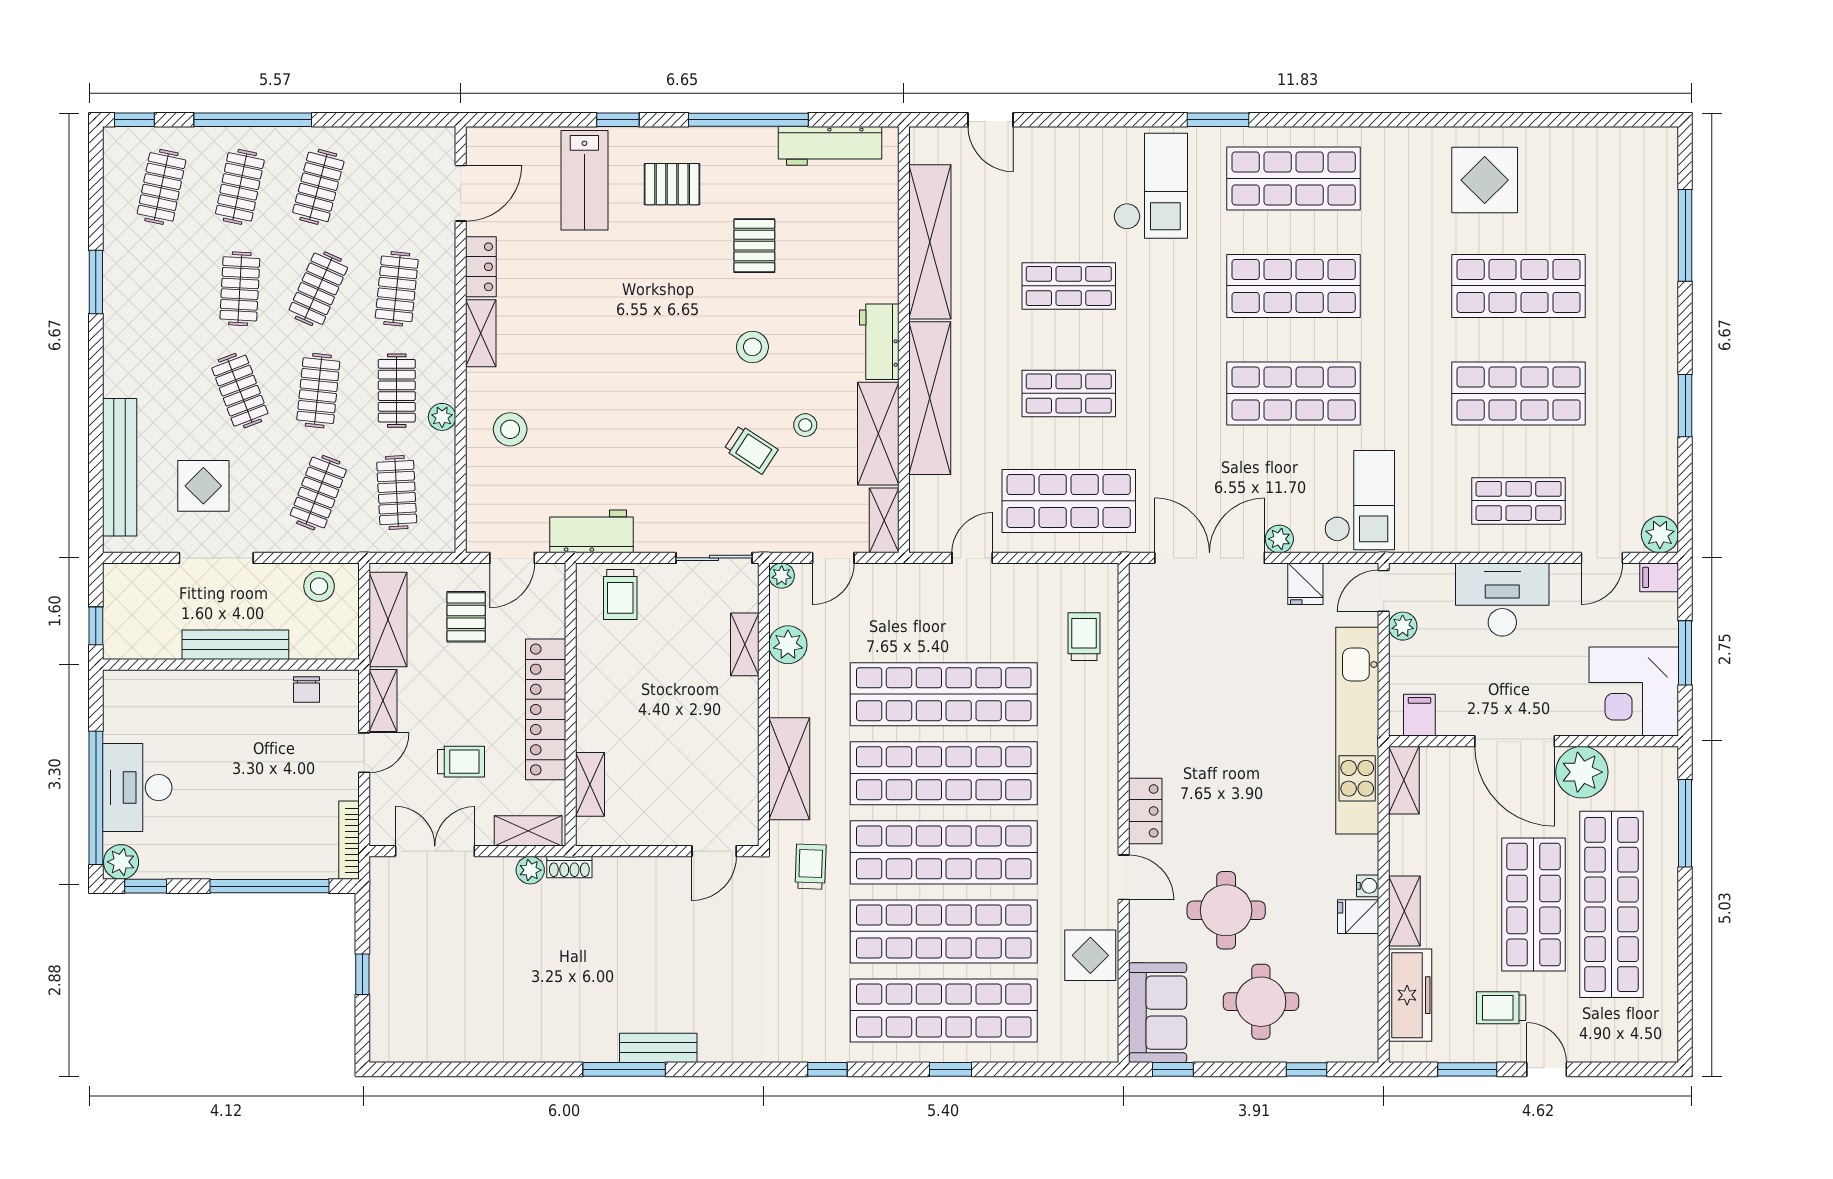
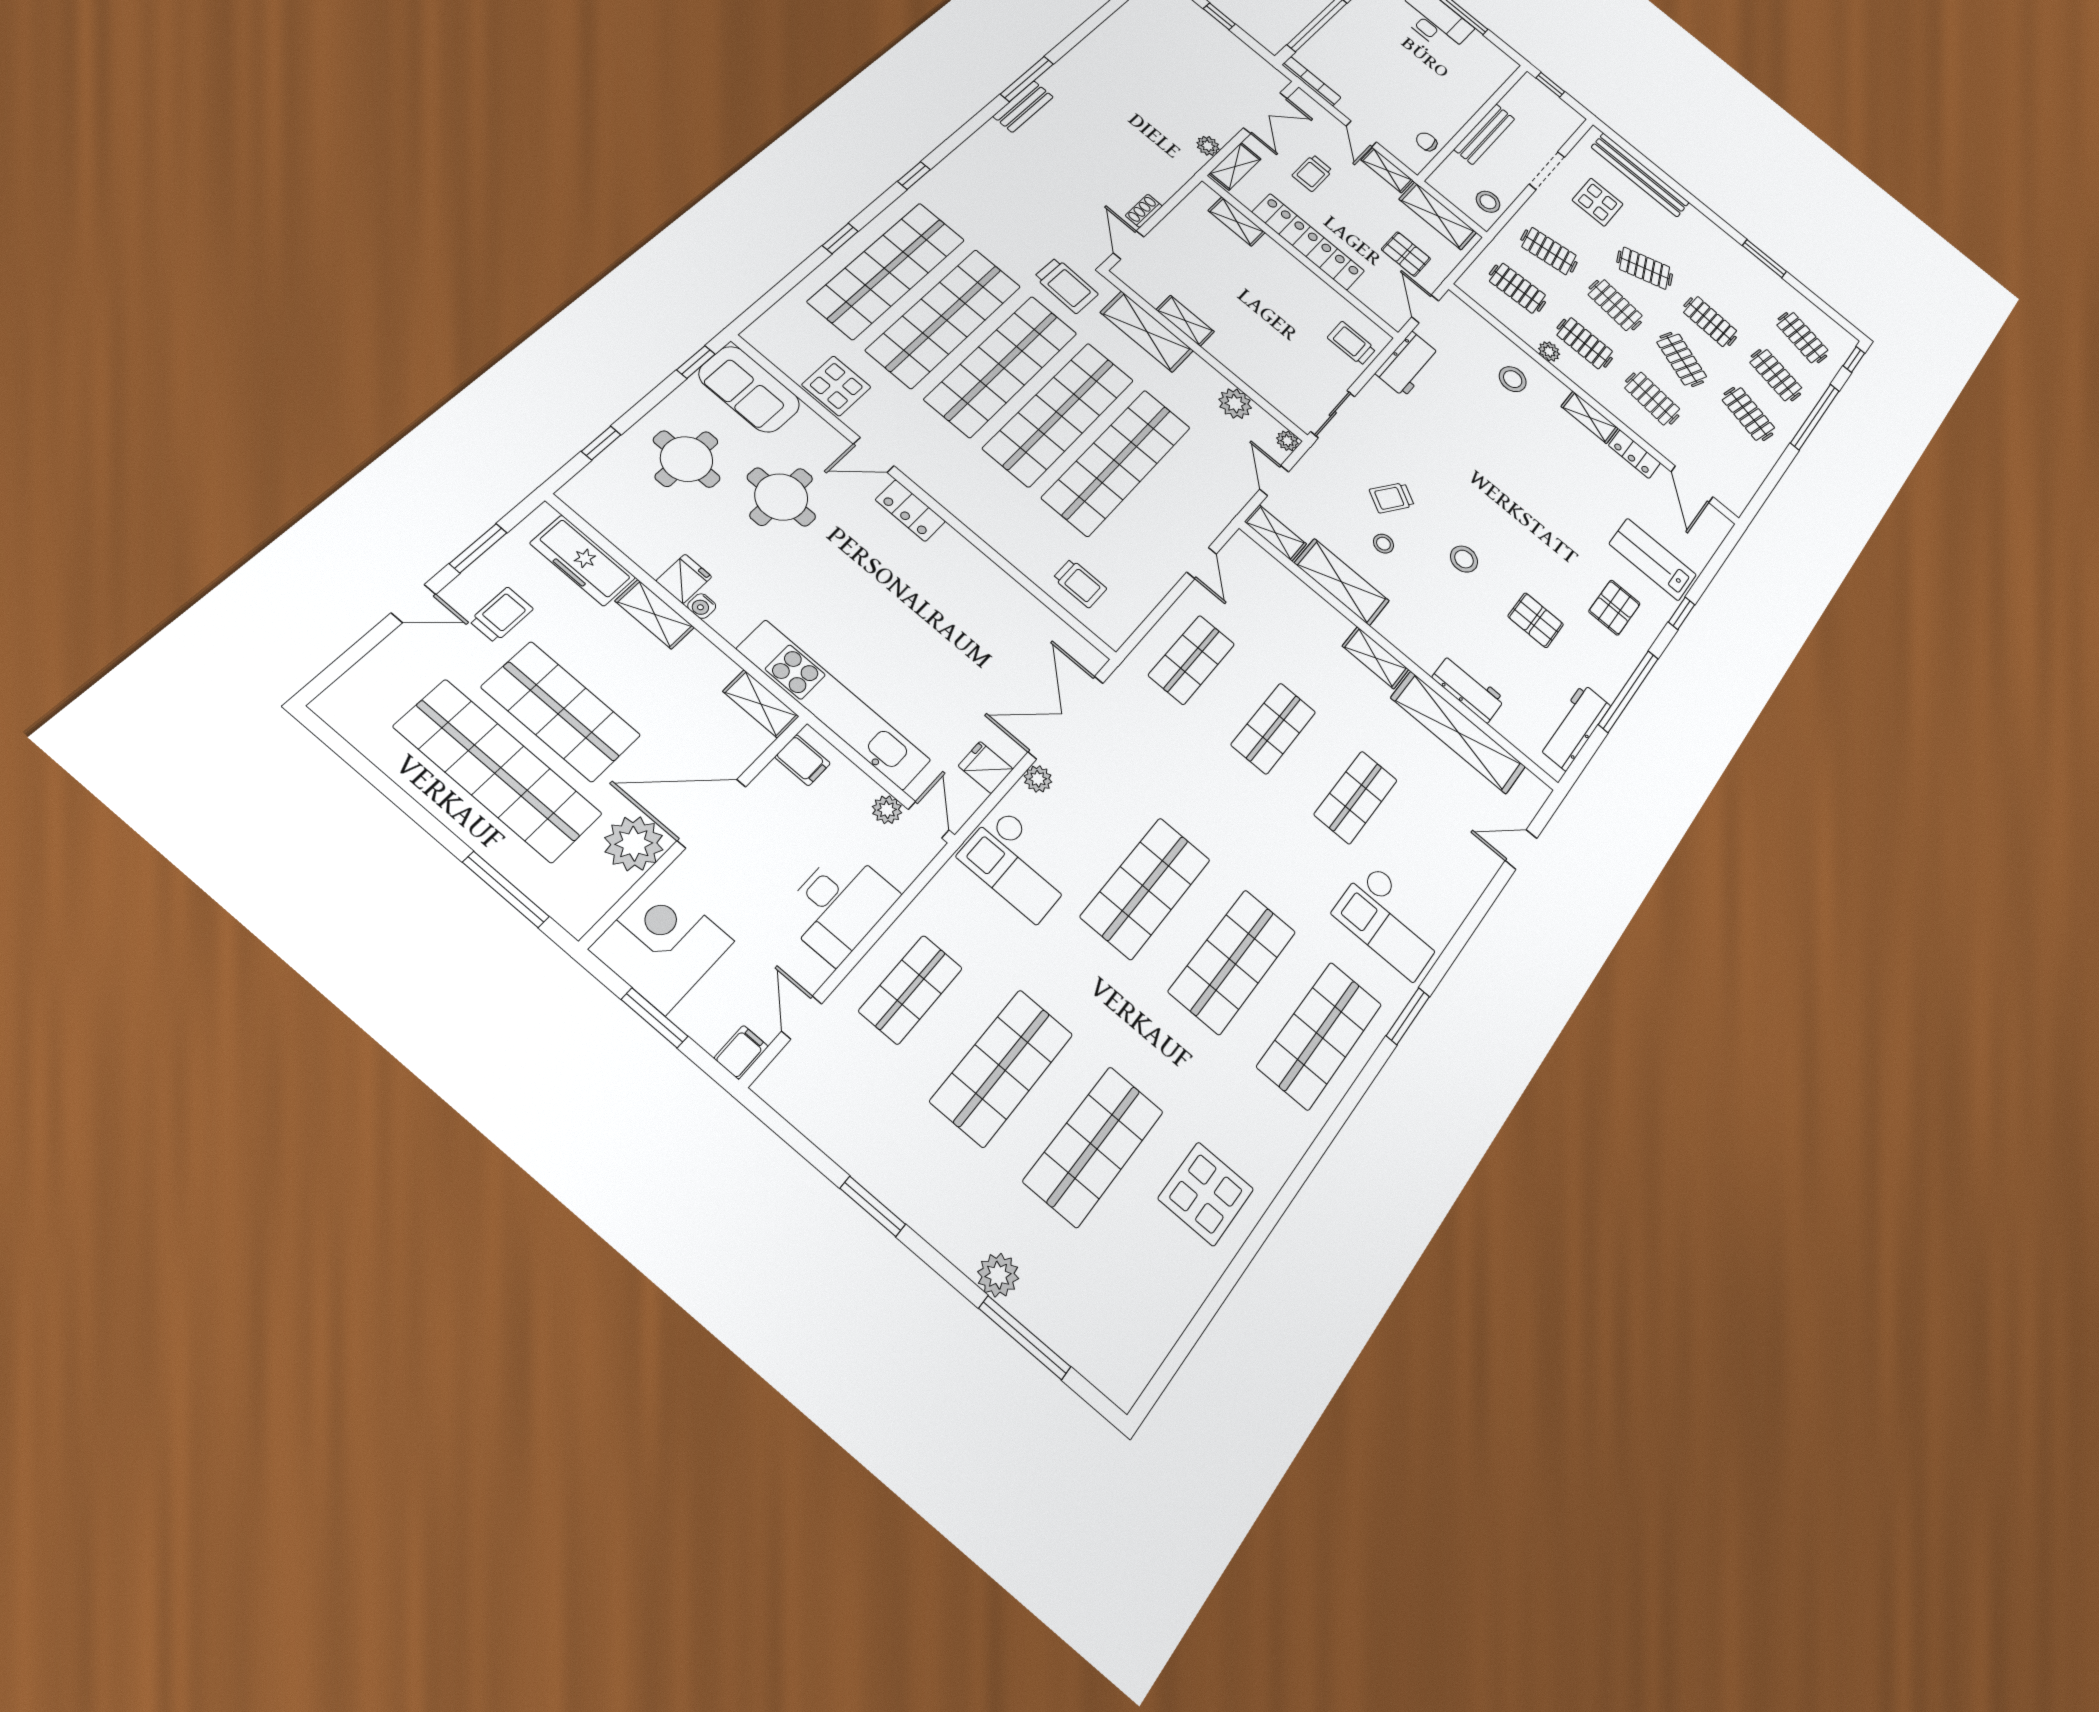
workbench: (879, 342) -> (1468, 688), moved
shelving: (930, 398) -> (1376, 658), width x0.45, depth x0.75
clothes rail: (318, 493) -> (1549, 251), turned -30
shop shelf: (1069, 501) -> (1192, 660), width x0.70, depth x0.74
plant: (1660, 534) -> (998, 1275), moved
double door: (1210, 558) -> (1066, 717), swing flipped
shelving: (745, 644) -> (1185, 321), moved
shoe rack: (569, 867) -> (1144, 211), moved
trolley: (811, 867) -> (1066, 285), width x1.36, depth x1.39

